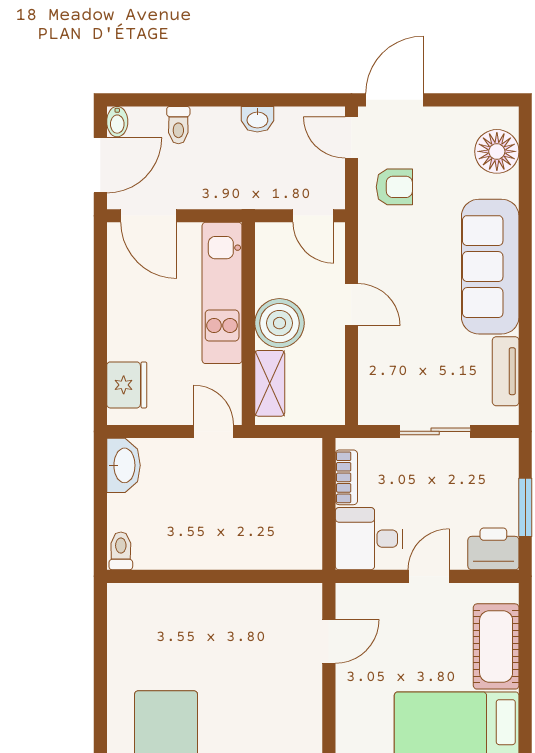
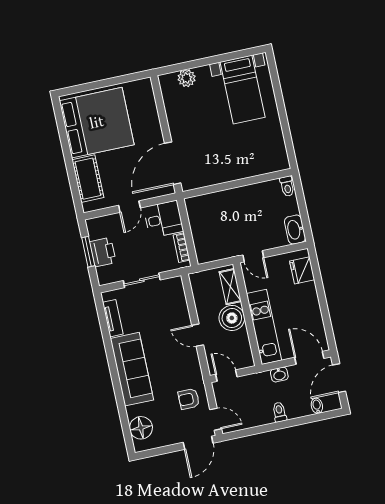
washbasin: (257, 119) -> (279, 375), moved, turned 180
bidet: (117, 122) -> (317, 406), moved
toilet: (178, 125) -> (279, 412), moved
printer: (493, 549) -> (103, 252), moved, turned -90
door: (329, 641) -> (173, 163), width x1.88

